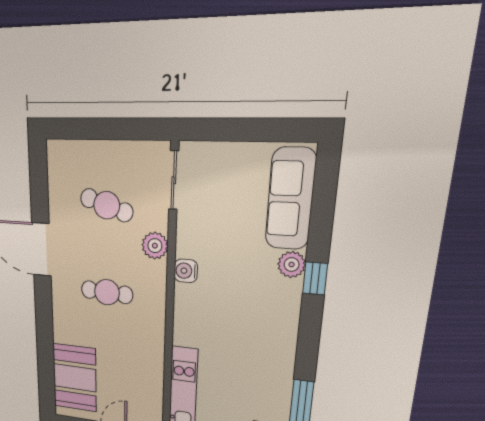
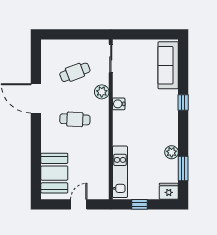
cafe table: (107, 205) -> (75, 72), turned -39
plant: (292, 265) -> (172, 152), moved

